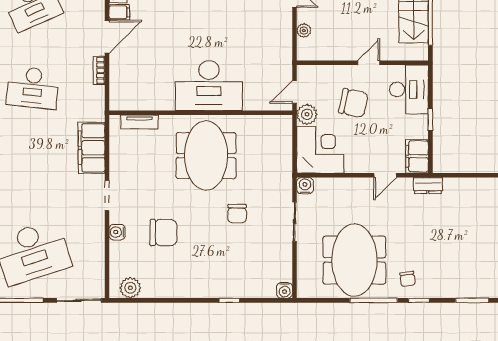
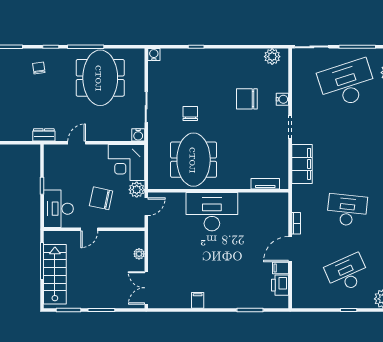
meeting table: (206, 156) -> (194, 160), moved
filing cabinet: (417, 156) -> (52, 157), removed
chair: (408, 279) -> (39, 68), moved

